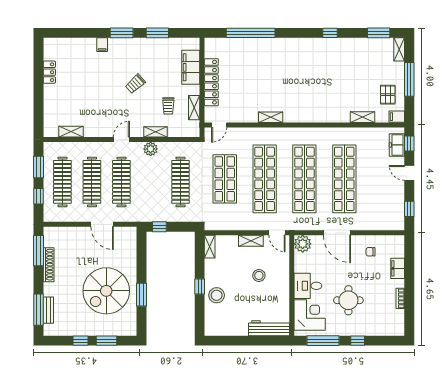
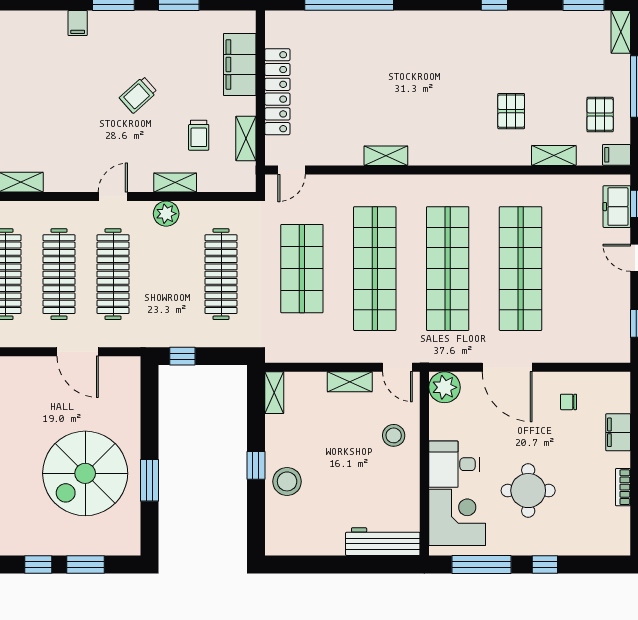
pallet: (339, 93) -> (511, 111), added
stool: (259, 275) -> (394, 435), moved

